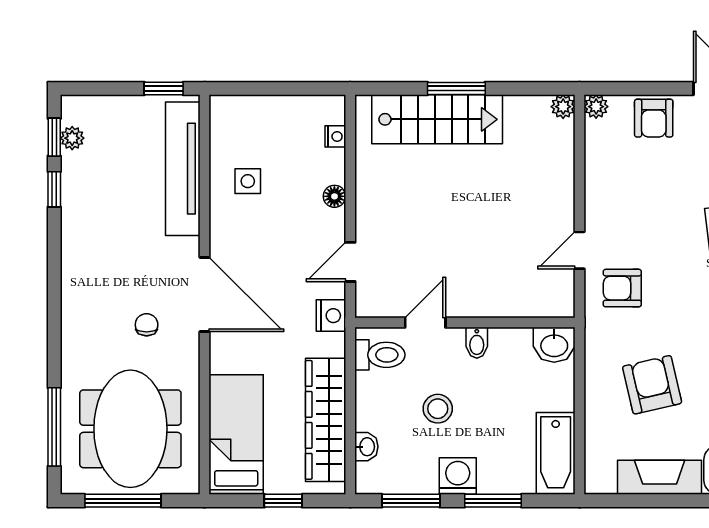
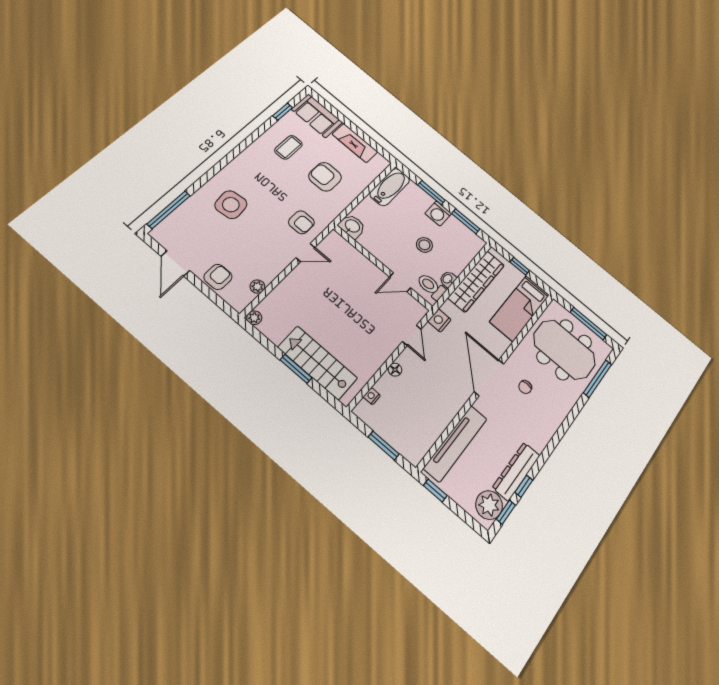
window: (271, 89) -> (384, 445), added
plant: (596, 107) -> (257, 287), moved
plant: (72, 138) -> (489, 505), width x1.88, depth x1.88
side table: (248, 181) -> (430, 411), removed
dresser: (77, 200) -> (516, 471), added
door: (350, 262) -> (412, 335), hinge flipped
bidet: (477, 343) -> (385, 255), removed
armchair: (652, 385) -> (325, 177), turned 103
meeting table: (130, 429) -> (564, 349), turned 90
washbasin: (366, 447) -> (448, 279), moved

